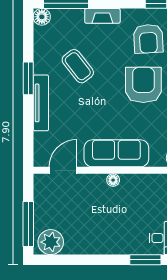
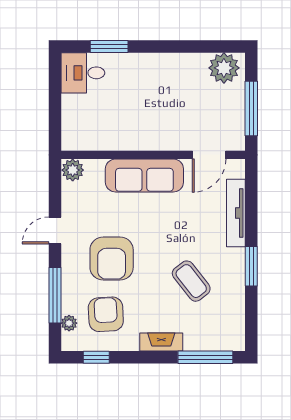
floor lamp: (42, 17) -> (235, 341), removed
tv unit: (41, 103) -> (236, 213), moved
floor lamp: (113, 180) -> (148, 143), removed
window: (28, 224) -> (251, 109), moved

